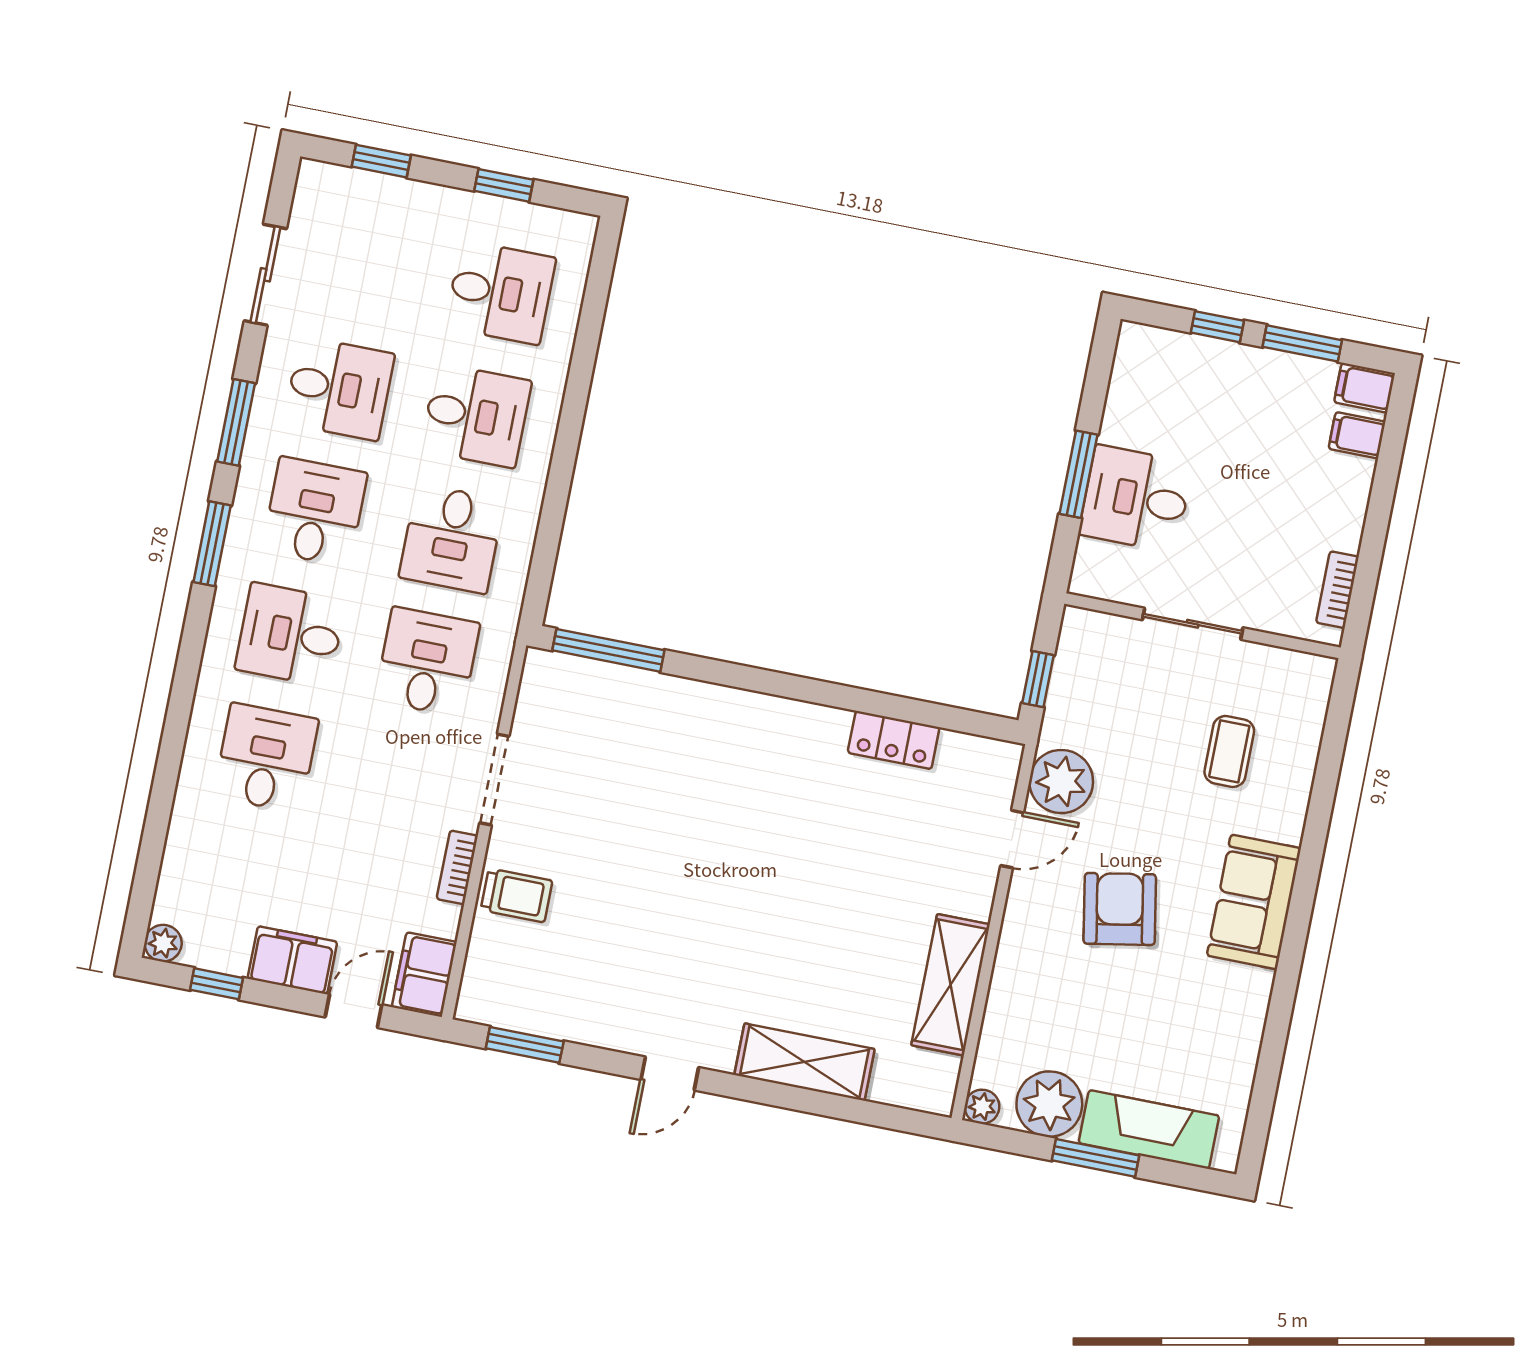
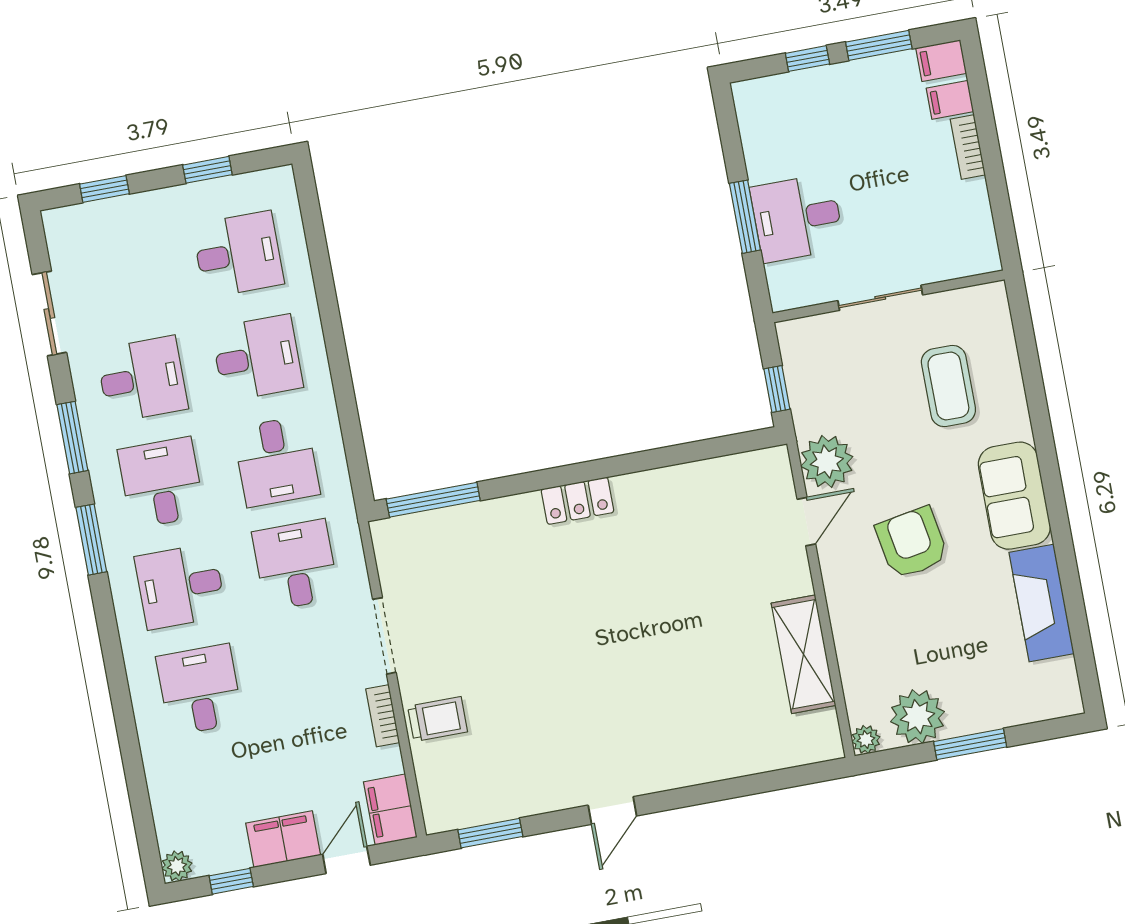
bookcase: (1337, 590) -> (968, 147), moved
locker: (894, 740) -> (578, 501), moved
coffee table: (1229, 751) -> (948, 386), width x1.36, depth x1.30
shelving: (804, 1062) -> (714, 760), removed
fireplace: (1149, 1129) -> (1041, 603), moved, turned -90

